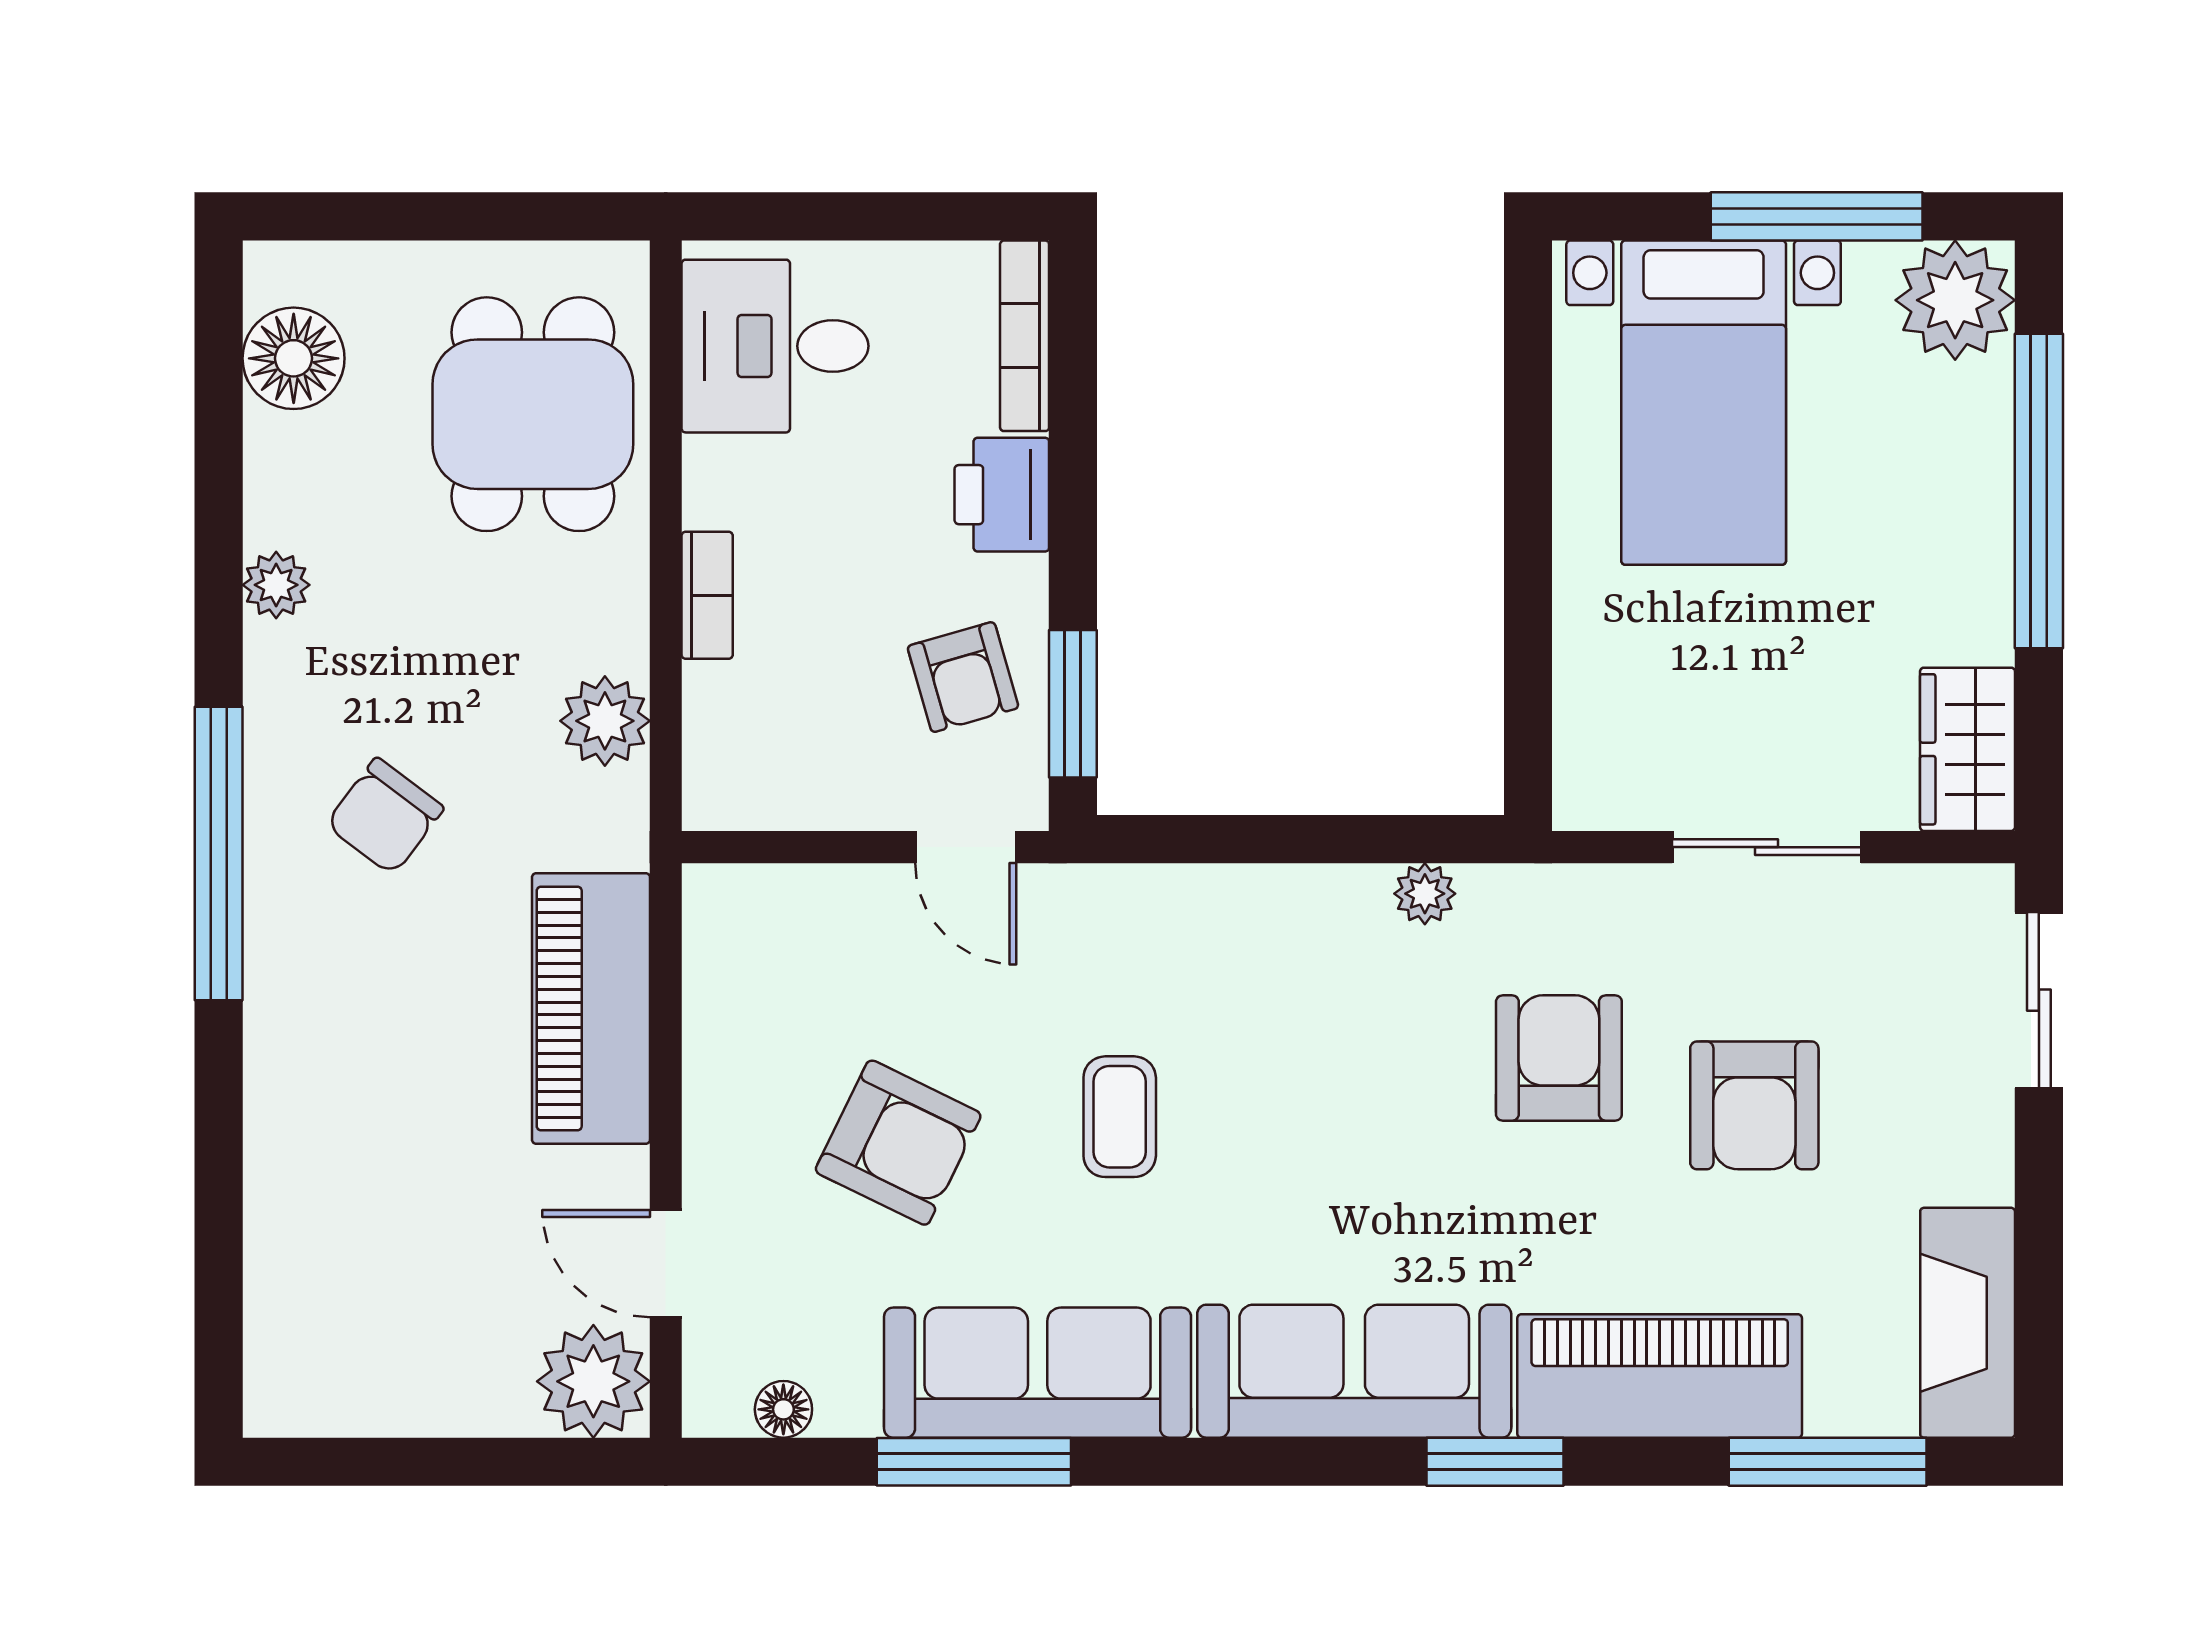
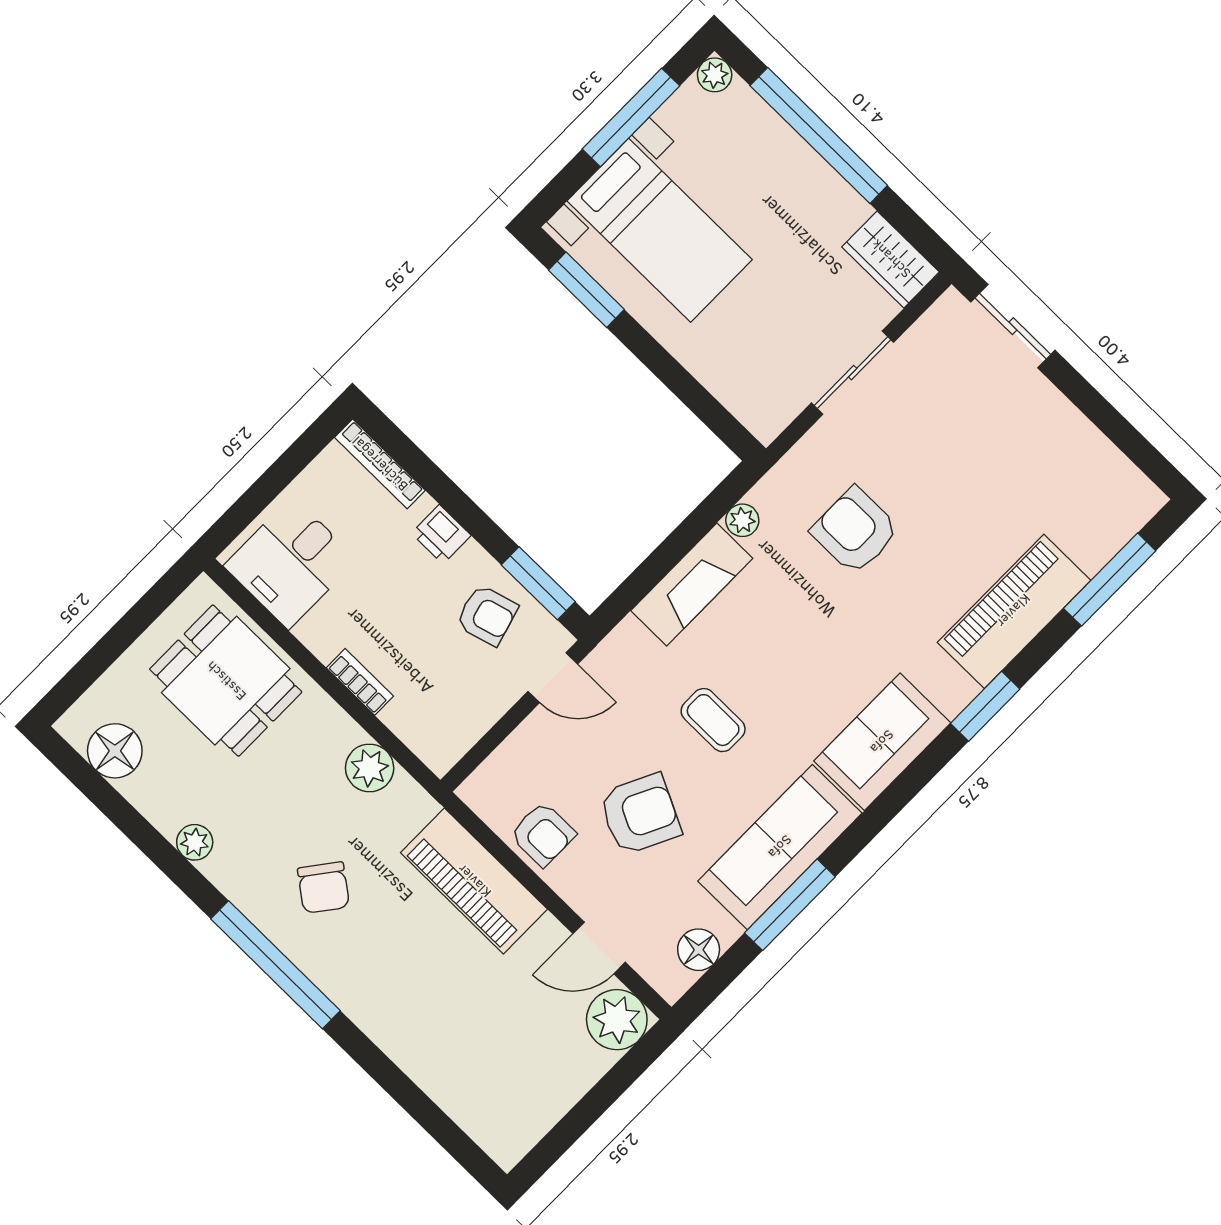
plant: (1955, 300) -> (715, 75), width x0.53, depth x0.53
window: (1528, 383) -> (586, 290), added
printer: (1002, 495) -> (441, 534), width x0.73, depth x0.81
armchair: (1754, 1105) -> (543, 834), moved, width x0.72, depth x0.72
fireplace: (1968, 1323) -> (692, 584), moved, turned -90
sofa: (1354, 1371) -> (882, 742), width x0.73
floor lamp: (783, 1409) -> (699, 950), width x1.37, depth x1.37

